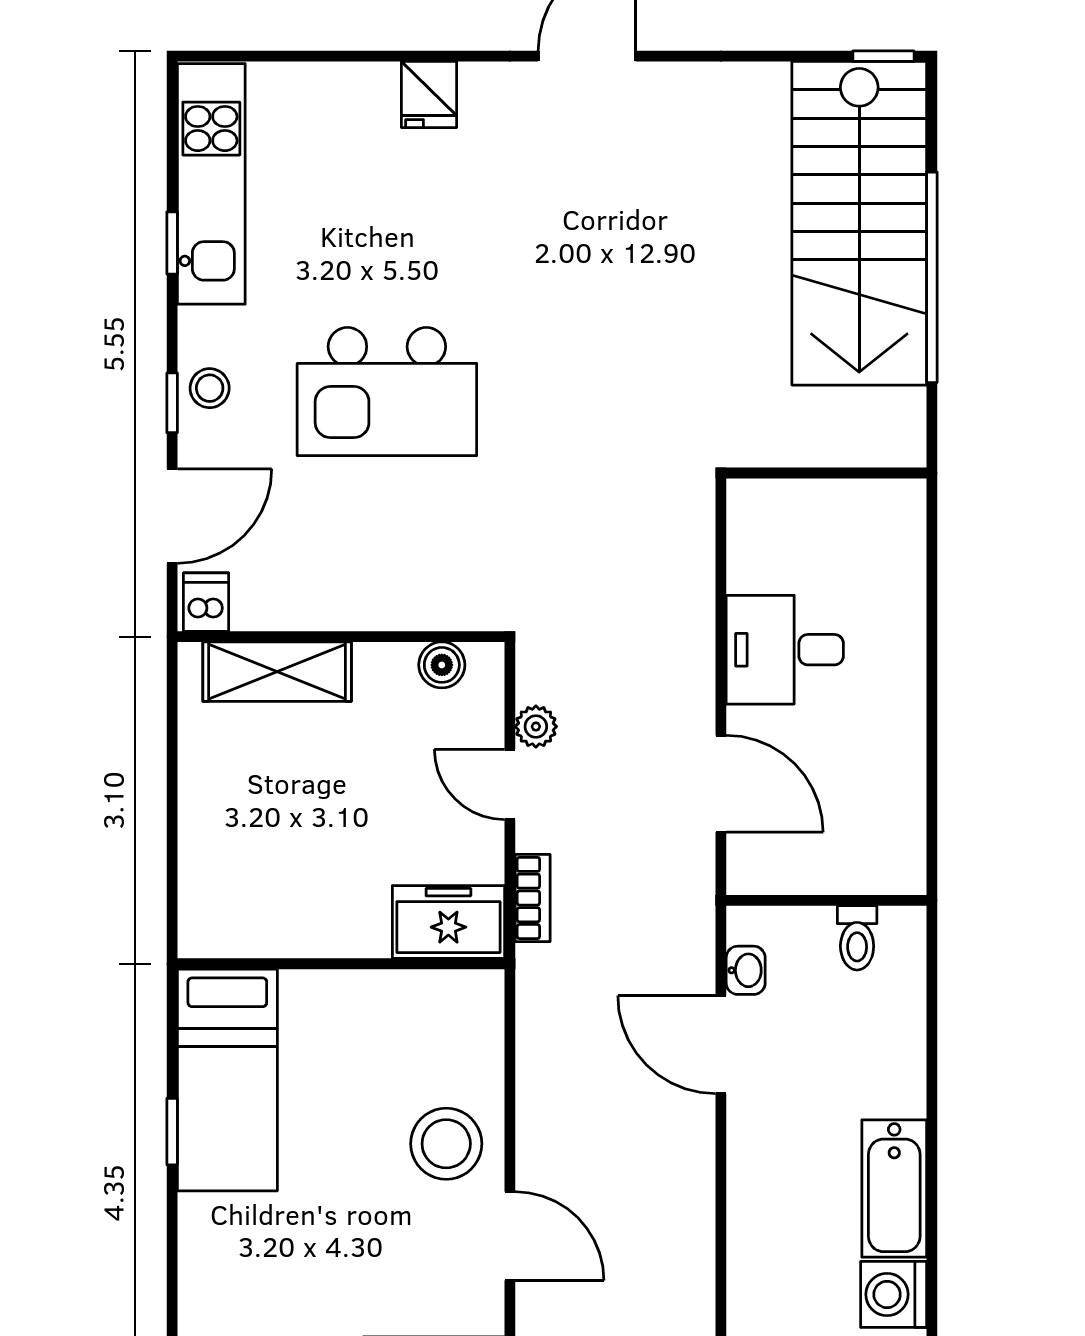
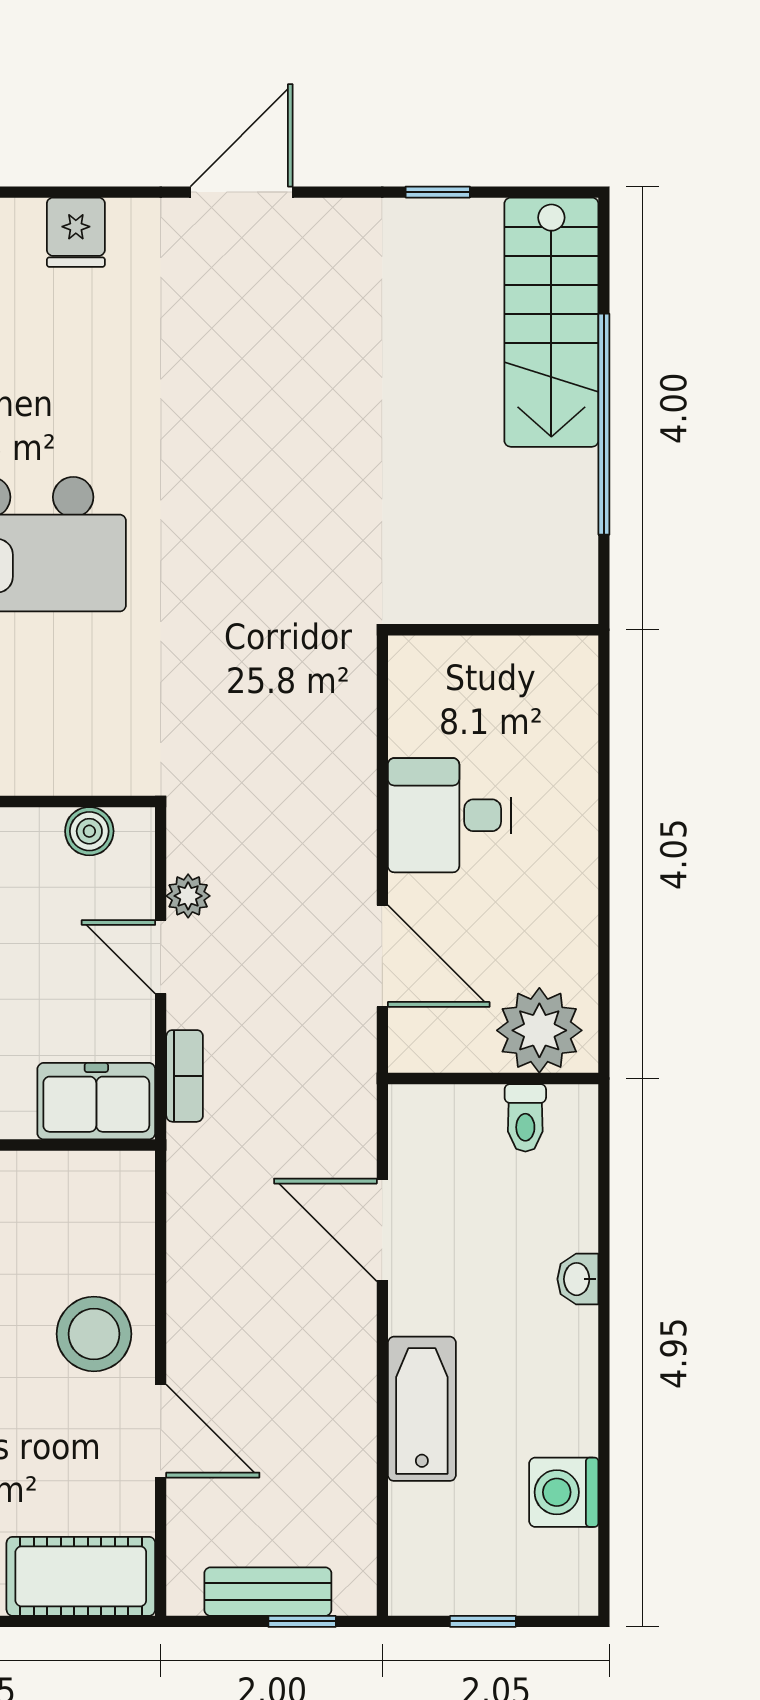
window: (883, 56) -> (438, 192), moved
stairs: (859, 223) -> (551, 322), width x0.73, depth x0.66
plant: (870, 855) -> (539, 1030), added
washbasin: (746, 970) -> (578, 1279), moved, turned 180
bathtub: (894, 1189) -> (422, 1409), moved, turned 180

